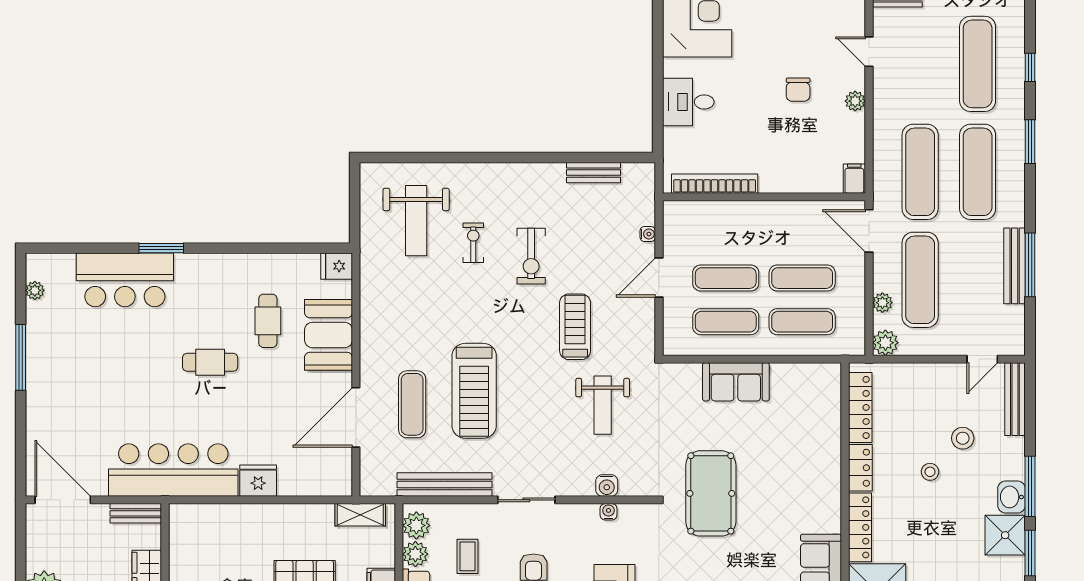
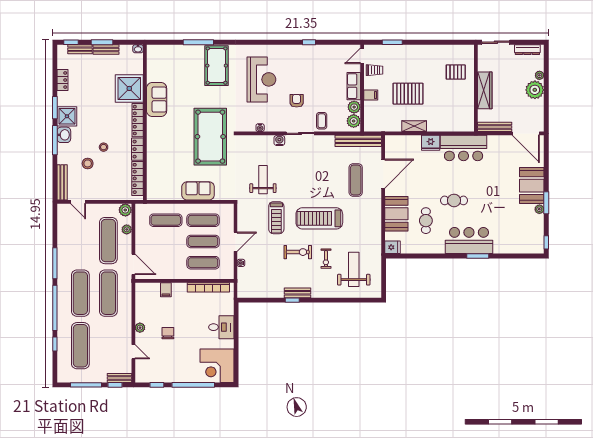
window: (1030, 142) -> (55, 308), width x2.11
window: (542, 158) -> (292, 300), added
bench: (594, 173) -> (298, 293), moved
filing cabinet: (854, 179) -> (166, 290), moved
exercise bike: (531, 256) -> (298, 252), turned 90
window: (1030, 265) -> (55, 263), moved
bench: (1015, 266) -> (62, 247), removed
window: (21, 276) -> (546, 242), added
exercise mat: (802, 278) -> (203, 263), moved
bar counter: (125, 280) -> (469, 241), moved
plant: (35, 290) -> (539, 209), moved
window: (21, 357) -> (546, 203), width x0.69
door: (982, 359) -> (78, 202), swing flipped
treadmill: (474, 391) -> (319, 218), moved, turned -90
booth: (50, 393) -> (532, 186), added
bar counter: (173, 470) -> (464, 148), width x0.73
bench: (445, 485) -> (358, 141), moved
water cooler: (607, 485) -> (279, 140), moved
pool table: (711, 493) -> (210, 137), width x1.36, depth x1.32
bench: (136, 513) -> (495, 127), width x1.36
shelving: (360, 515) -> (414, 126), moved
coffee table: (467, 556) -> (322, 121), moved

